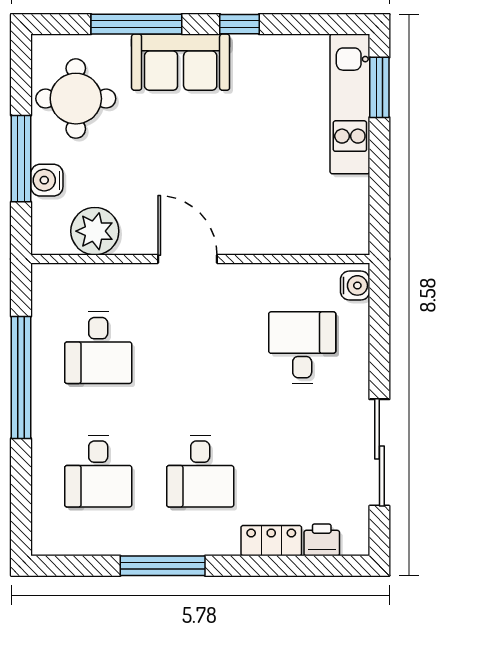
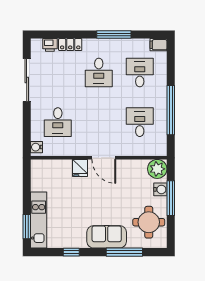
window: (240, 24) -> (71, 252), moved
plant: (95, 231) -> (157, 169), moved
fridge: (247, 233) -> (80, 168), added
desk: (200, 471) -> (99, 73), turned 180
filing cabinet: (52, 540) -> (158, 45), added

